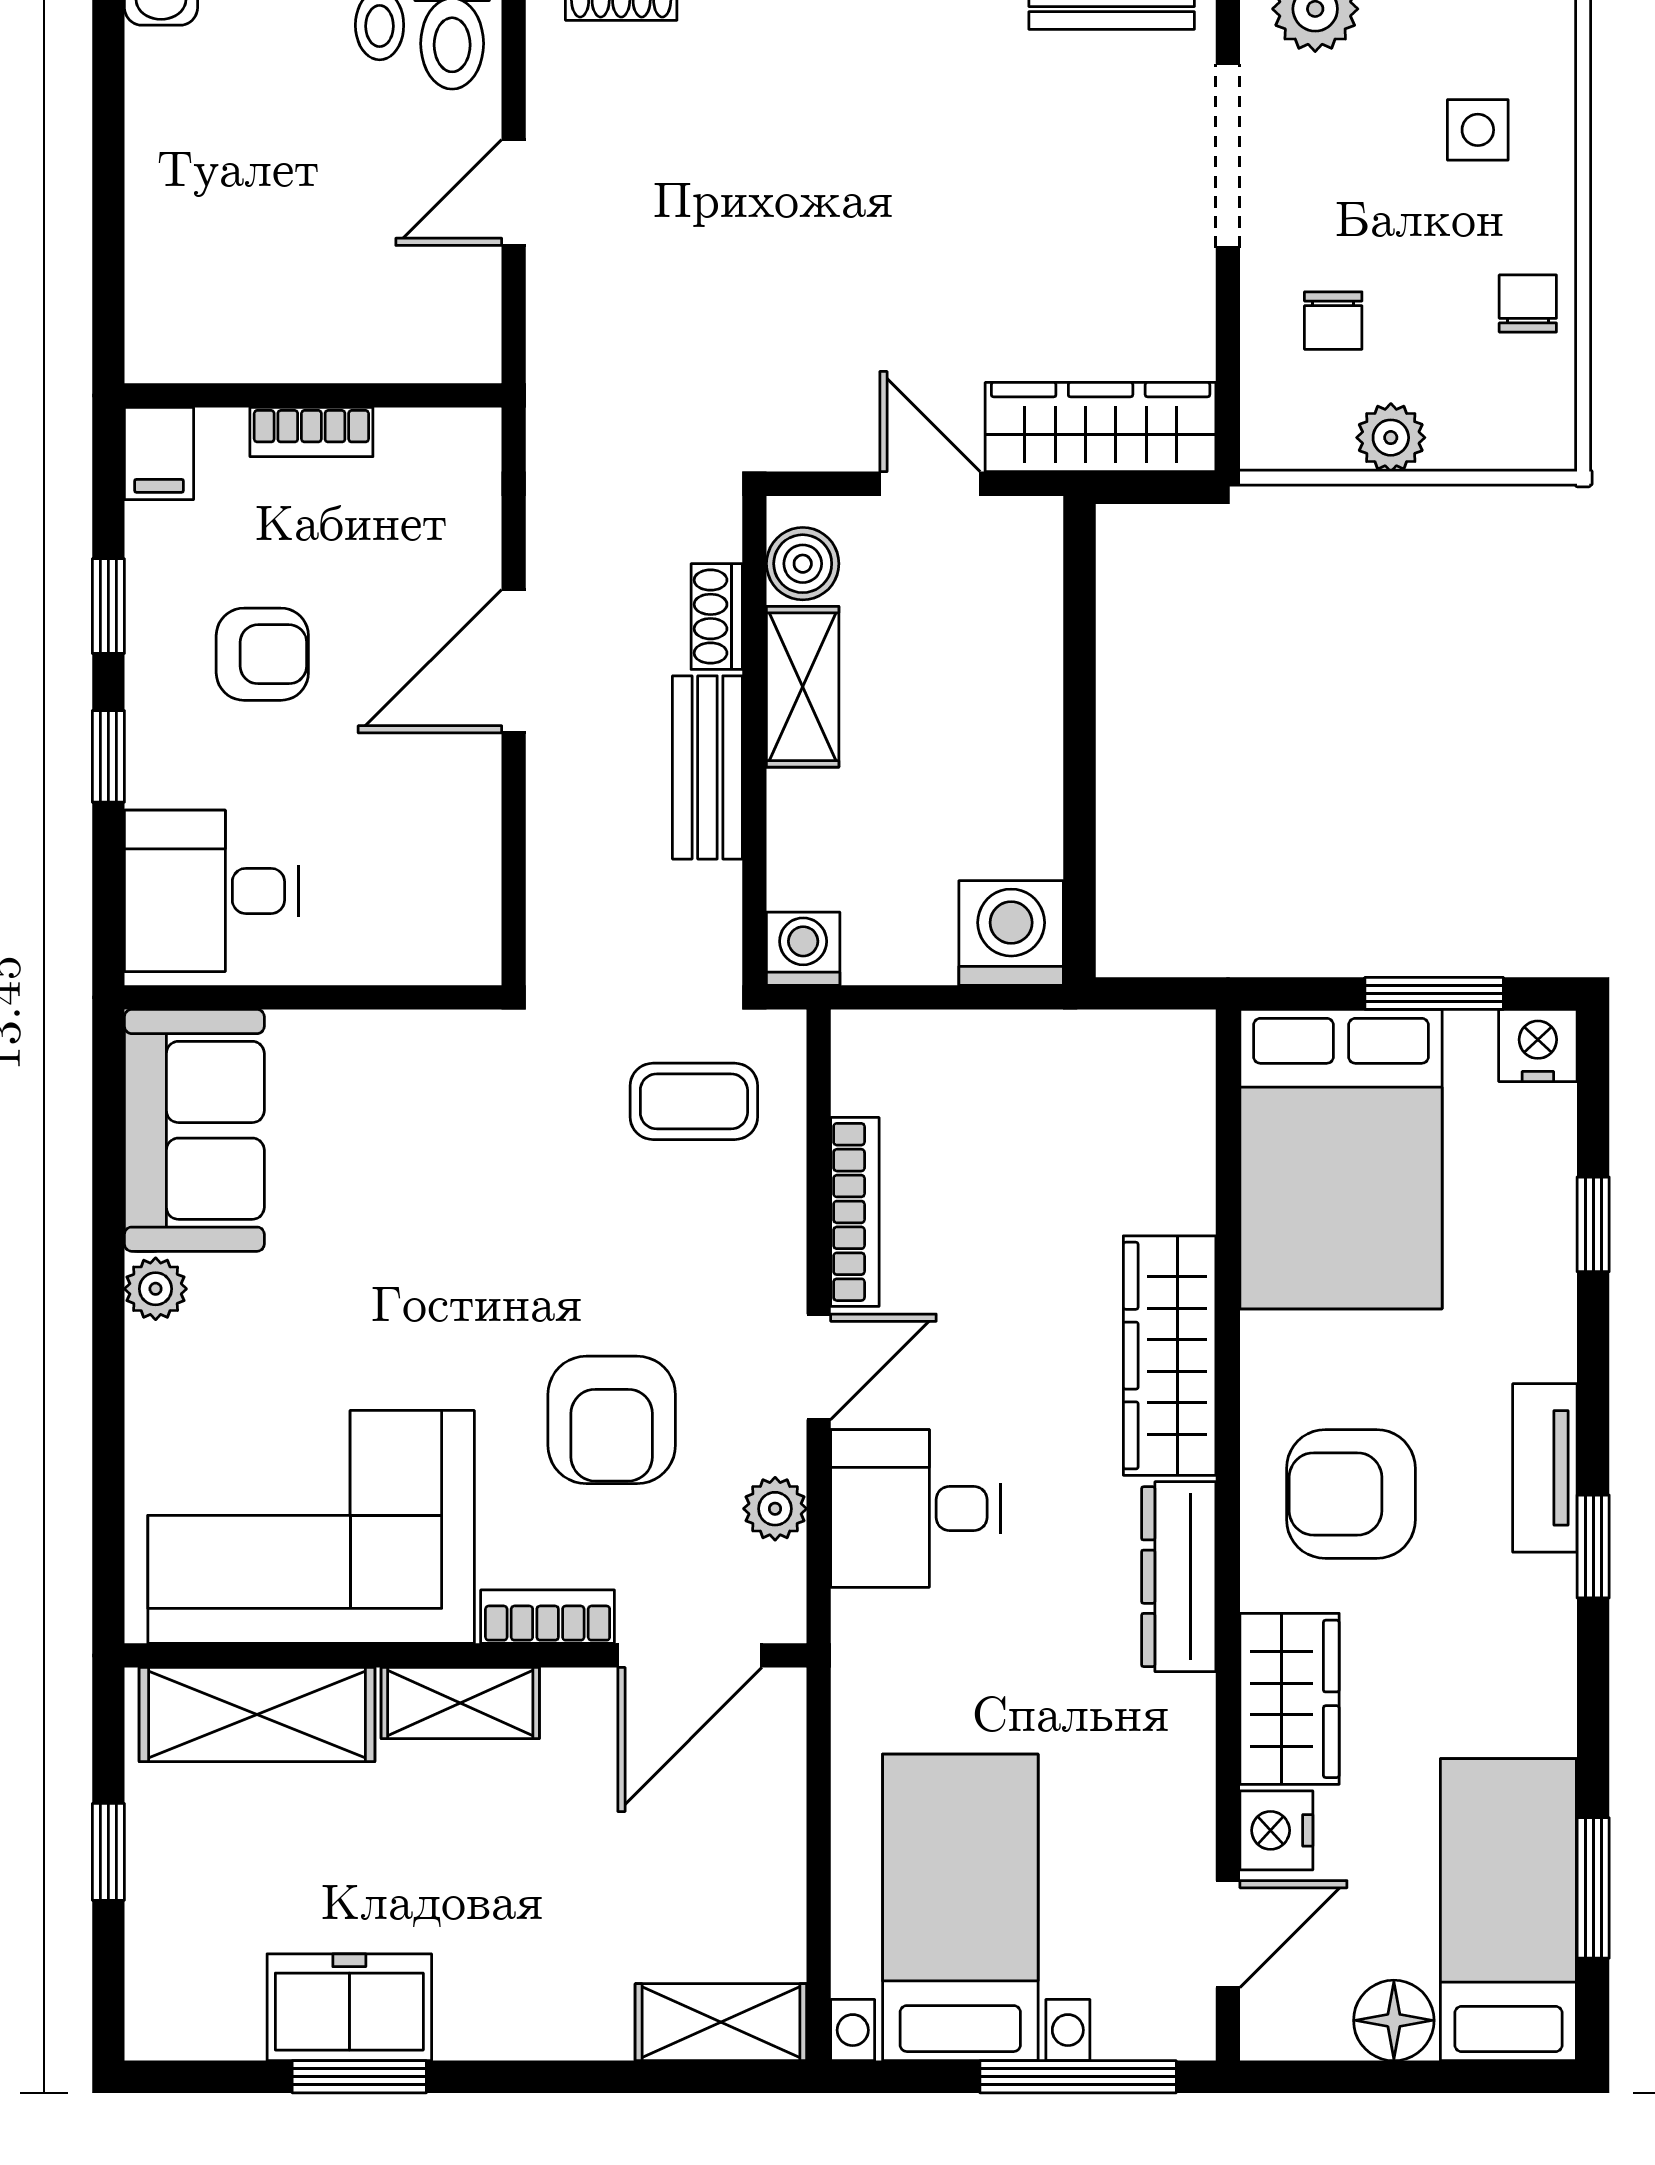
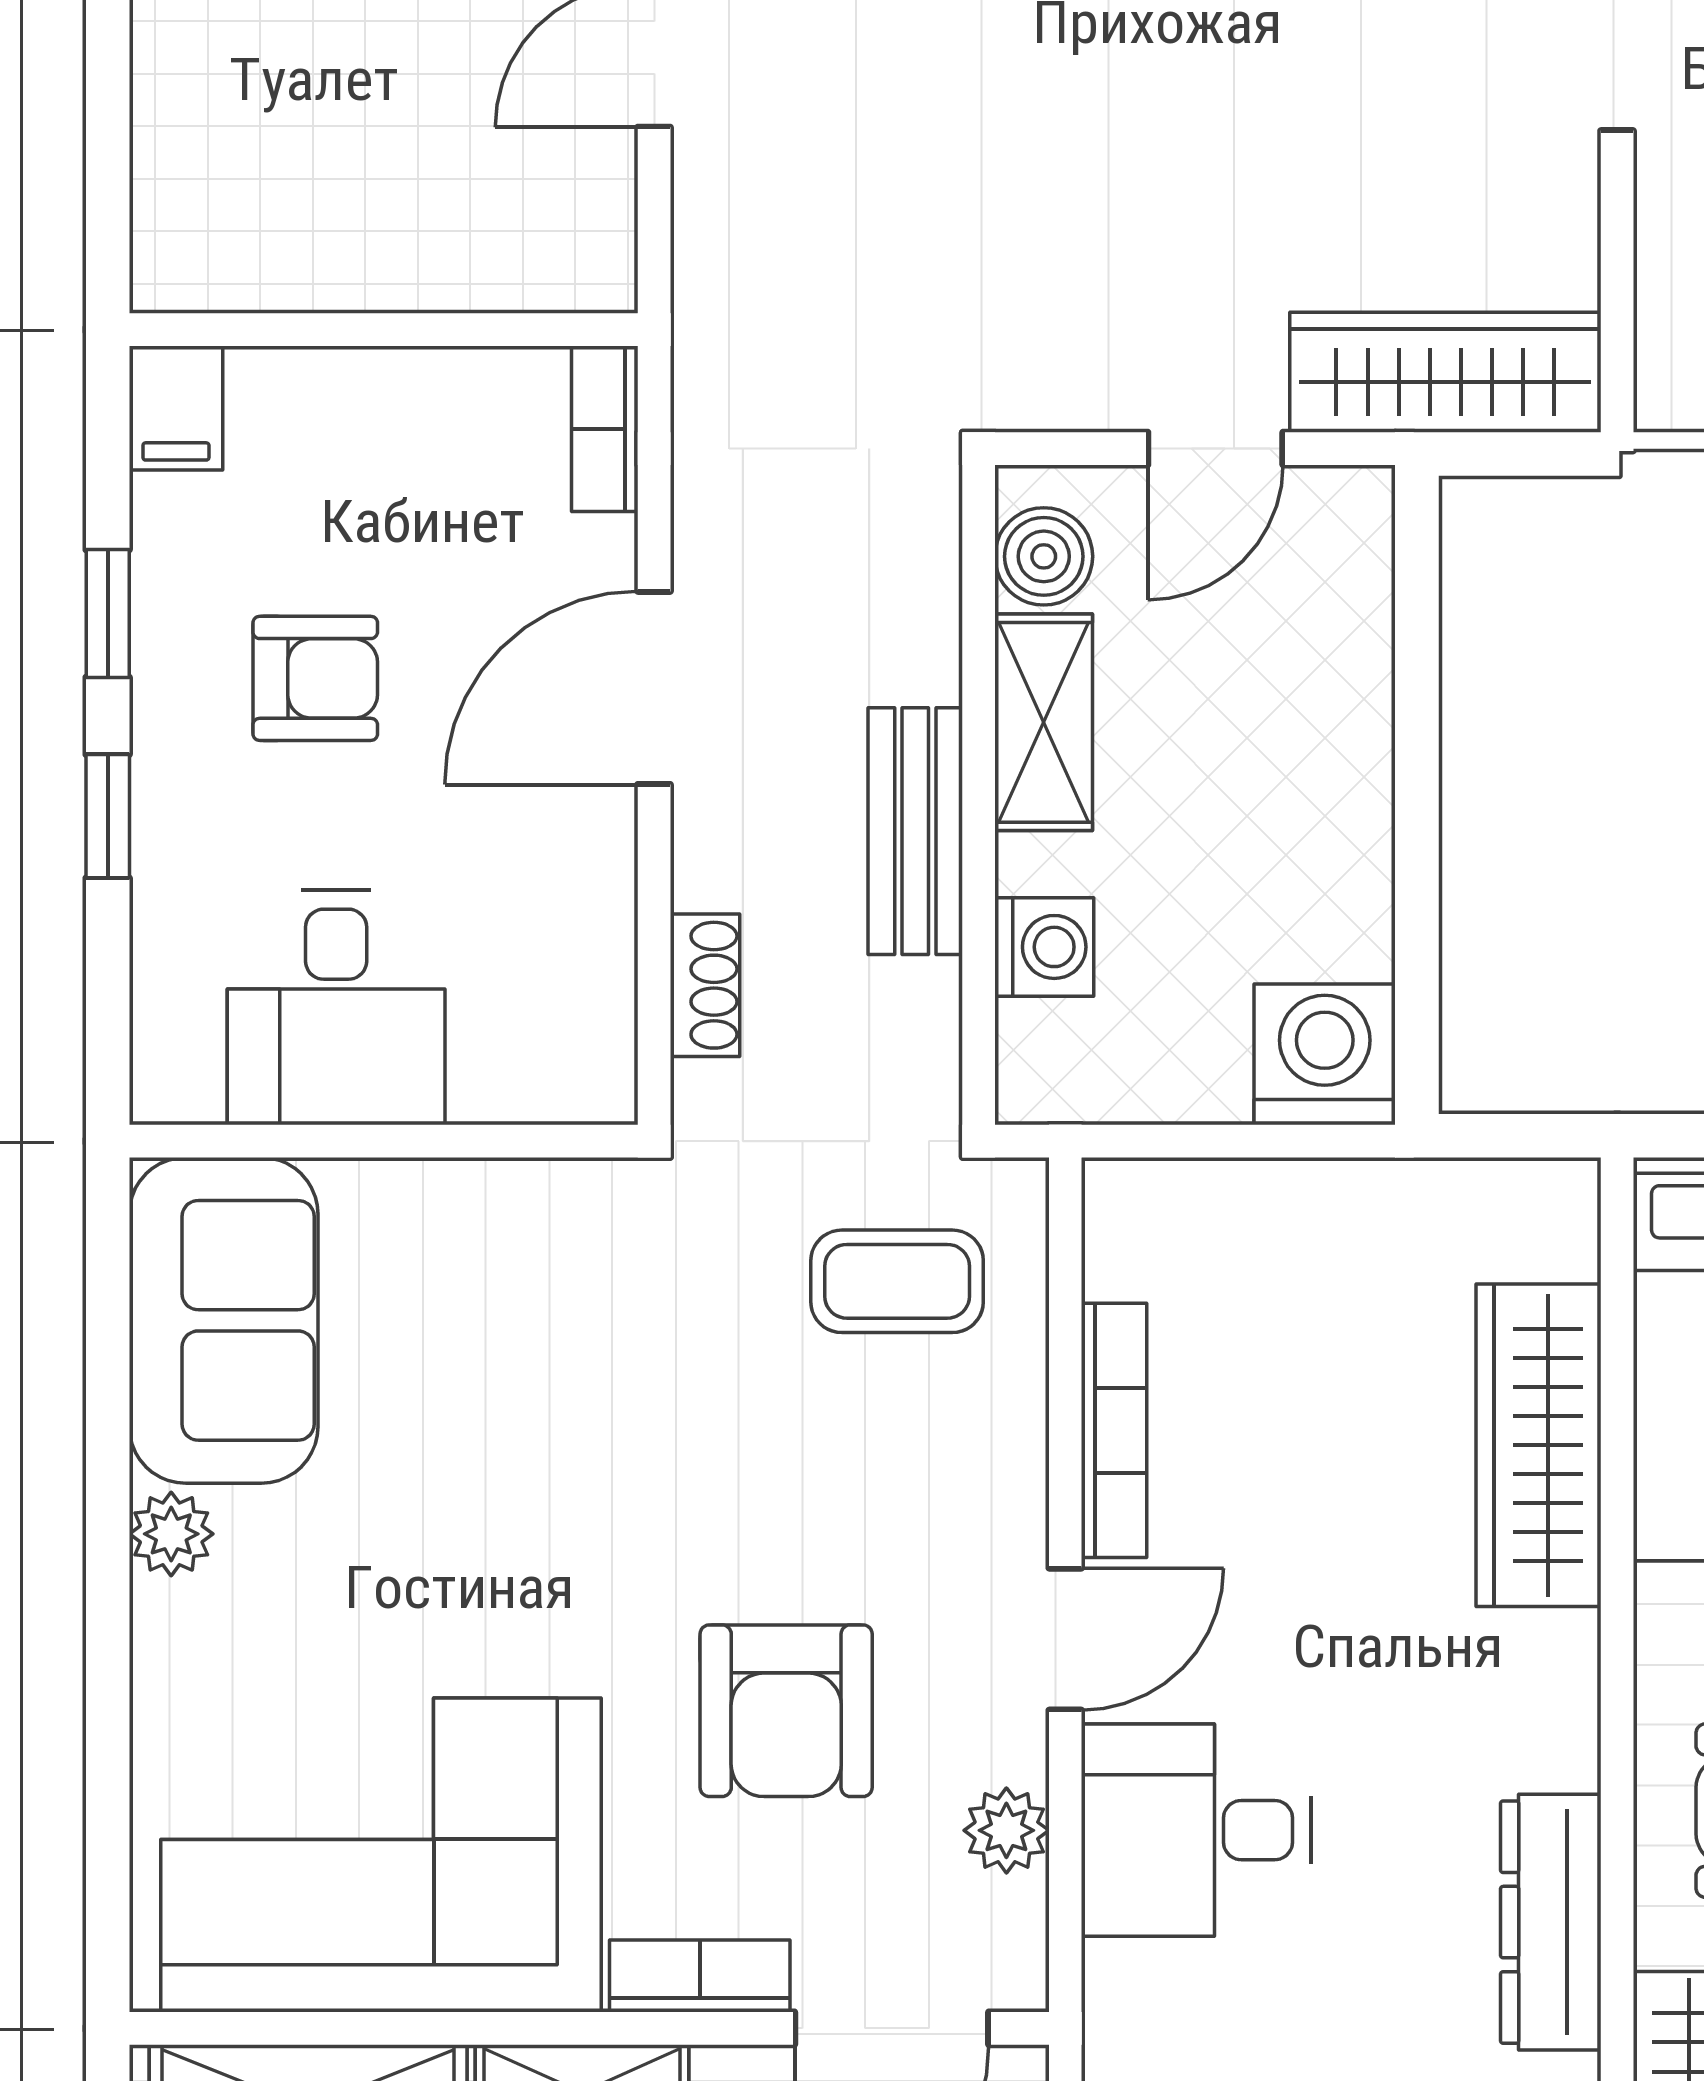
bookcase: (311, 432) -> (605, 429), moved, turned 90
door: (930, 484) -> (1215, 449), swing flipped
shoe rack: (717, 617) -> (705, 985), moved, turned 180
desk: (211, 891) -> (336, 1008), moved, turned -90
washing machine: (803, 949) -> (1044, 947), moved, turned 90
wardrobe: (1170, 1356) -> (1538, 1445), moved

